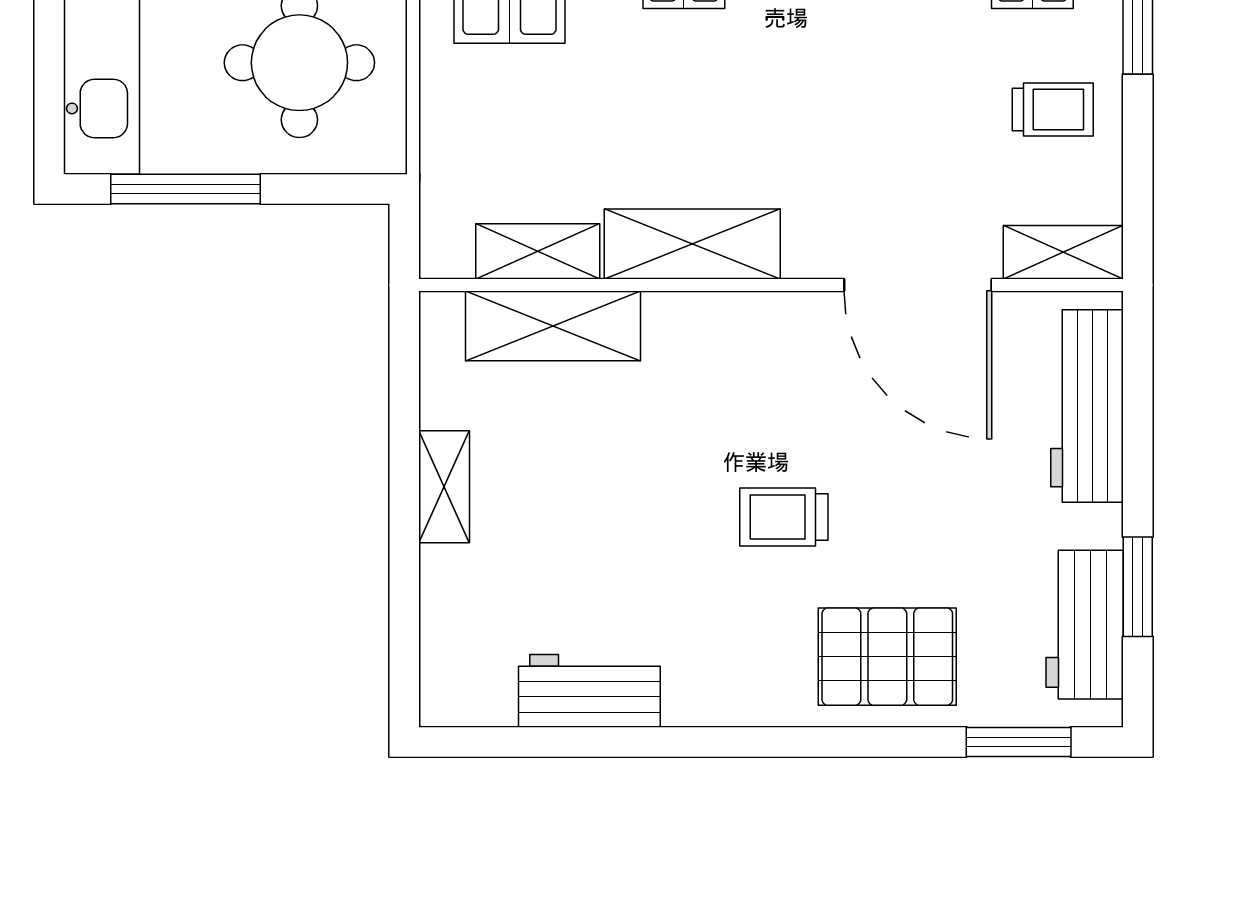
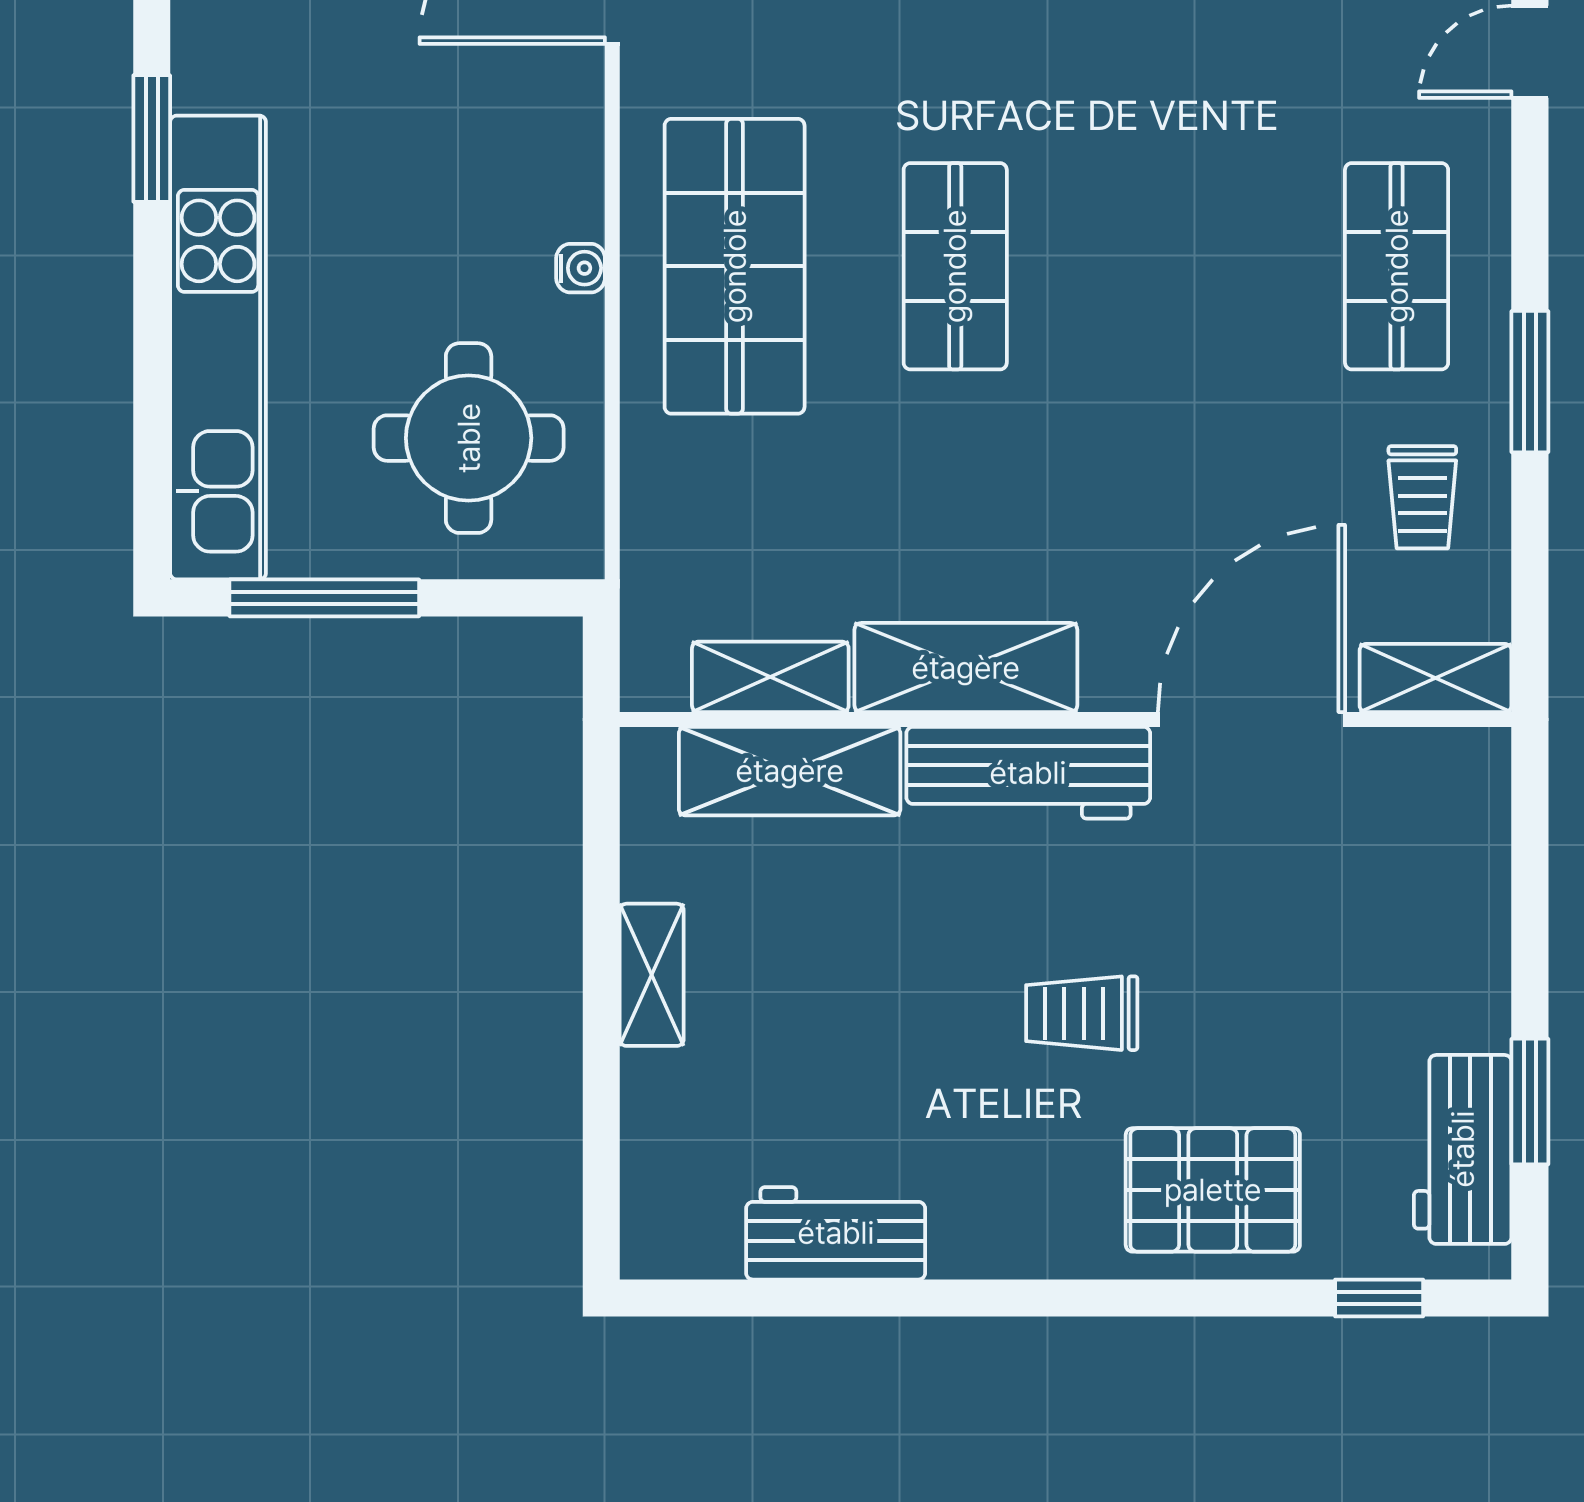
trolley: (1053, 109) -> (1422, 497), turned 90
door: (918, 285) -> (1251, 719), swing flipped
workbench: (1087, 406) -> (1028, 773), moved, turned -90
window: (1019, 742) -> (1379, 1298), width x0.67

